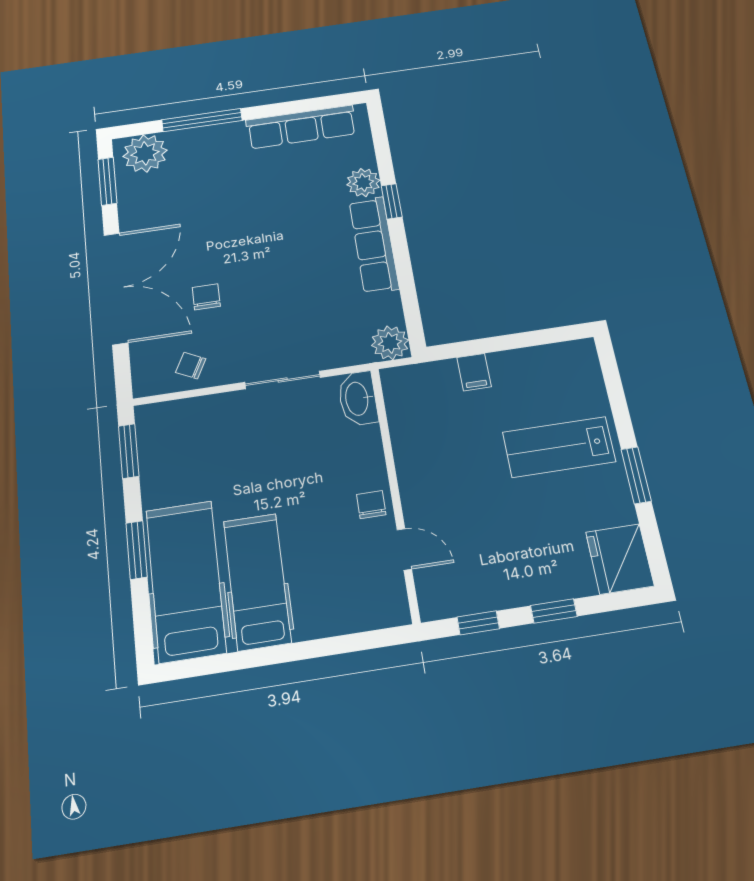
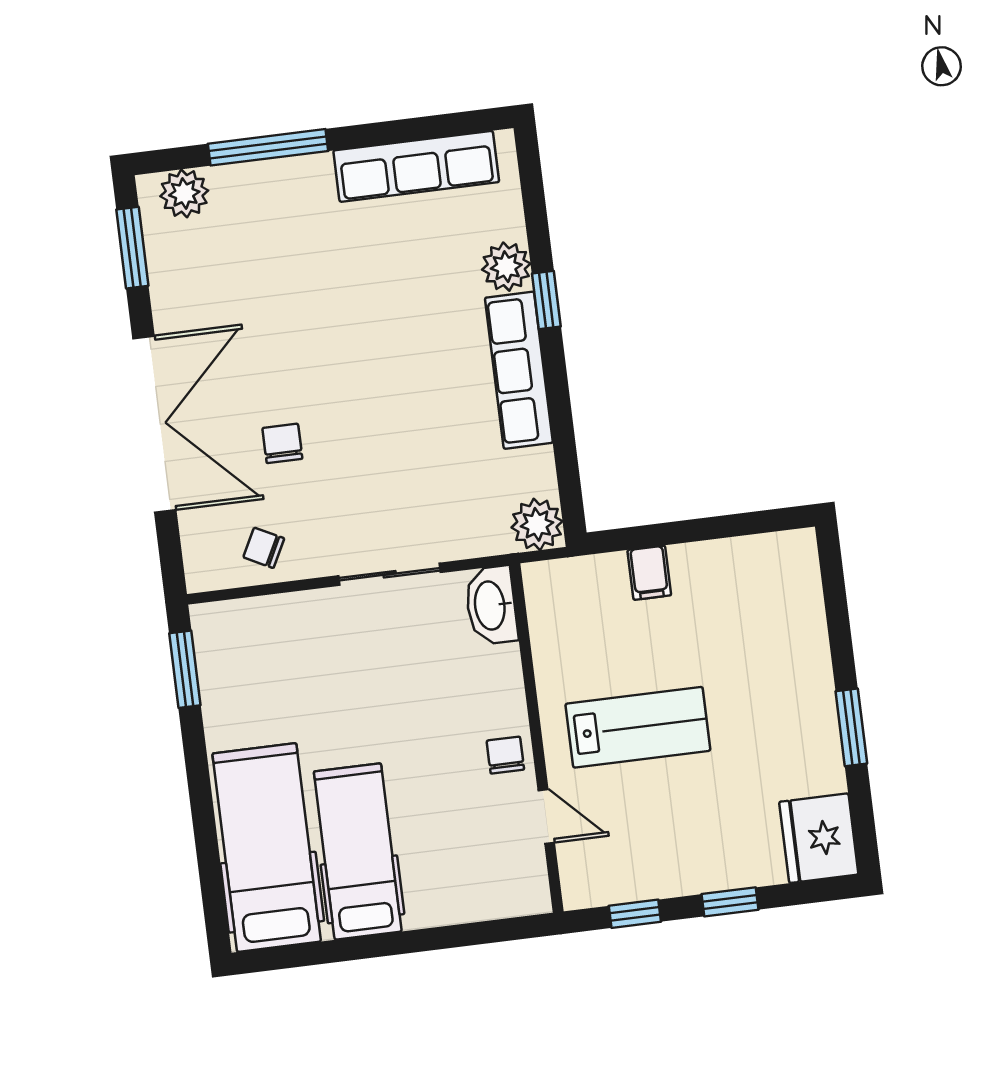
plant: (145, 153) -> (184, 193), width x0.73, depth x0.73
lab bench: (559, 447) -> (638, 727), moved, turned 180
window: (136, 550) -> (202, 805), removed

